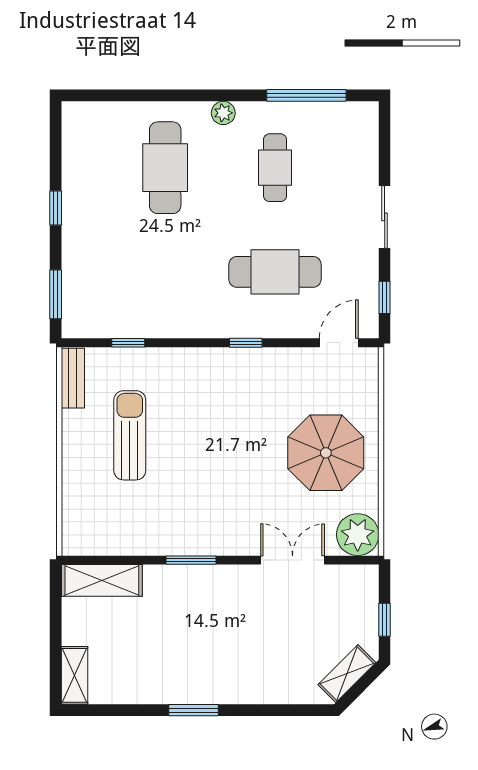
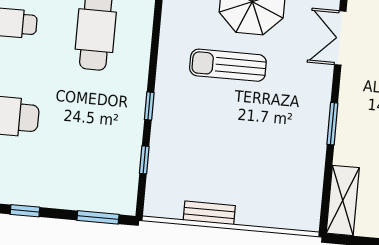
window: (246, 343) -> (149, 106), moved
bench: (73, 378) -> (209, 213), moved
sun lounger: (130, 435) -> (228, 65), moved

